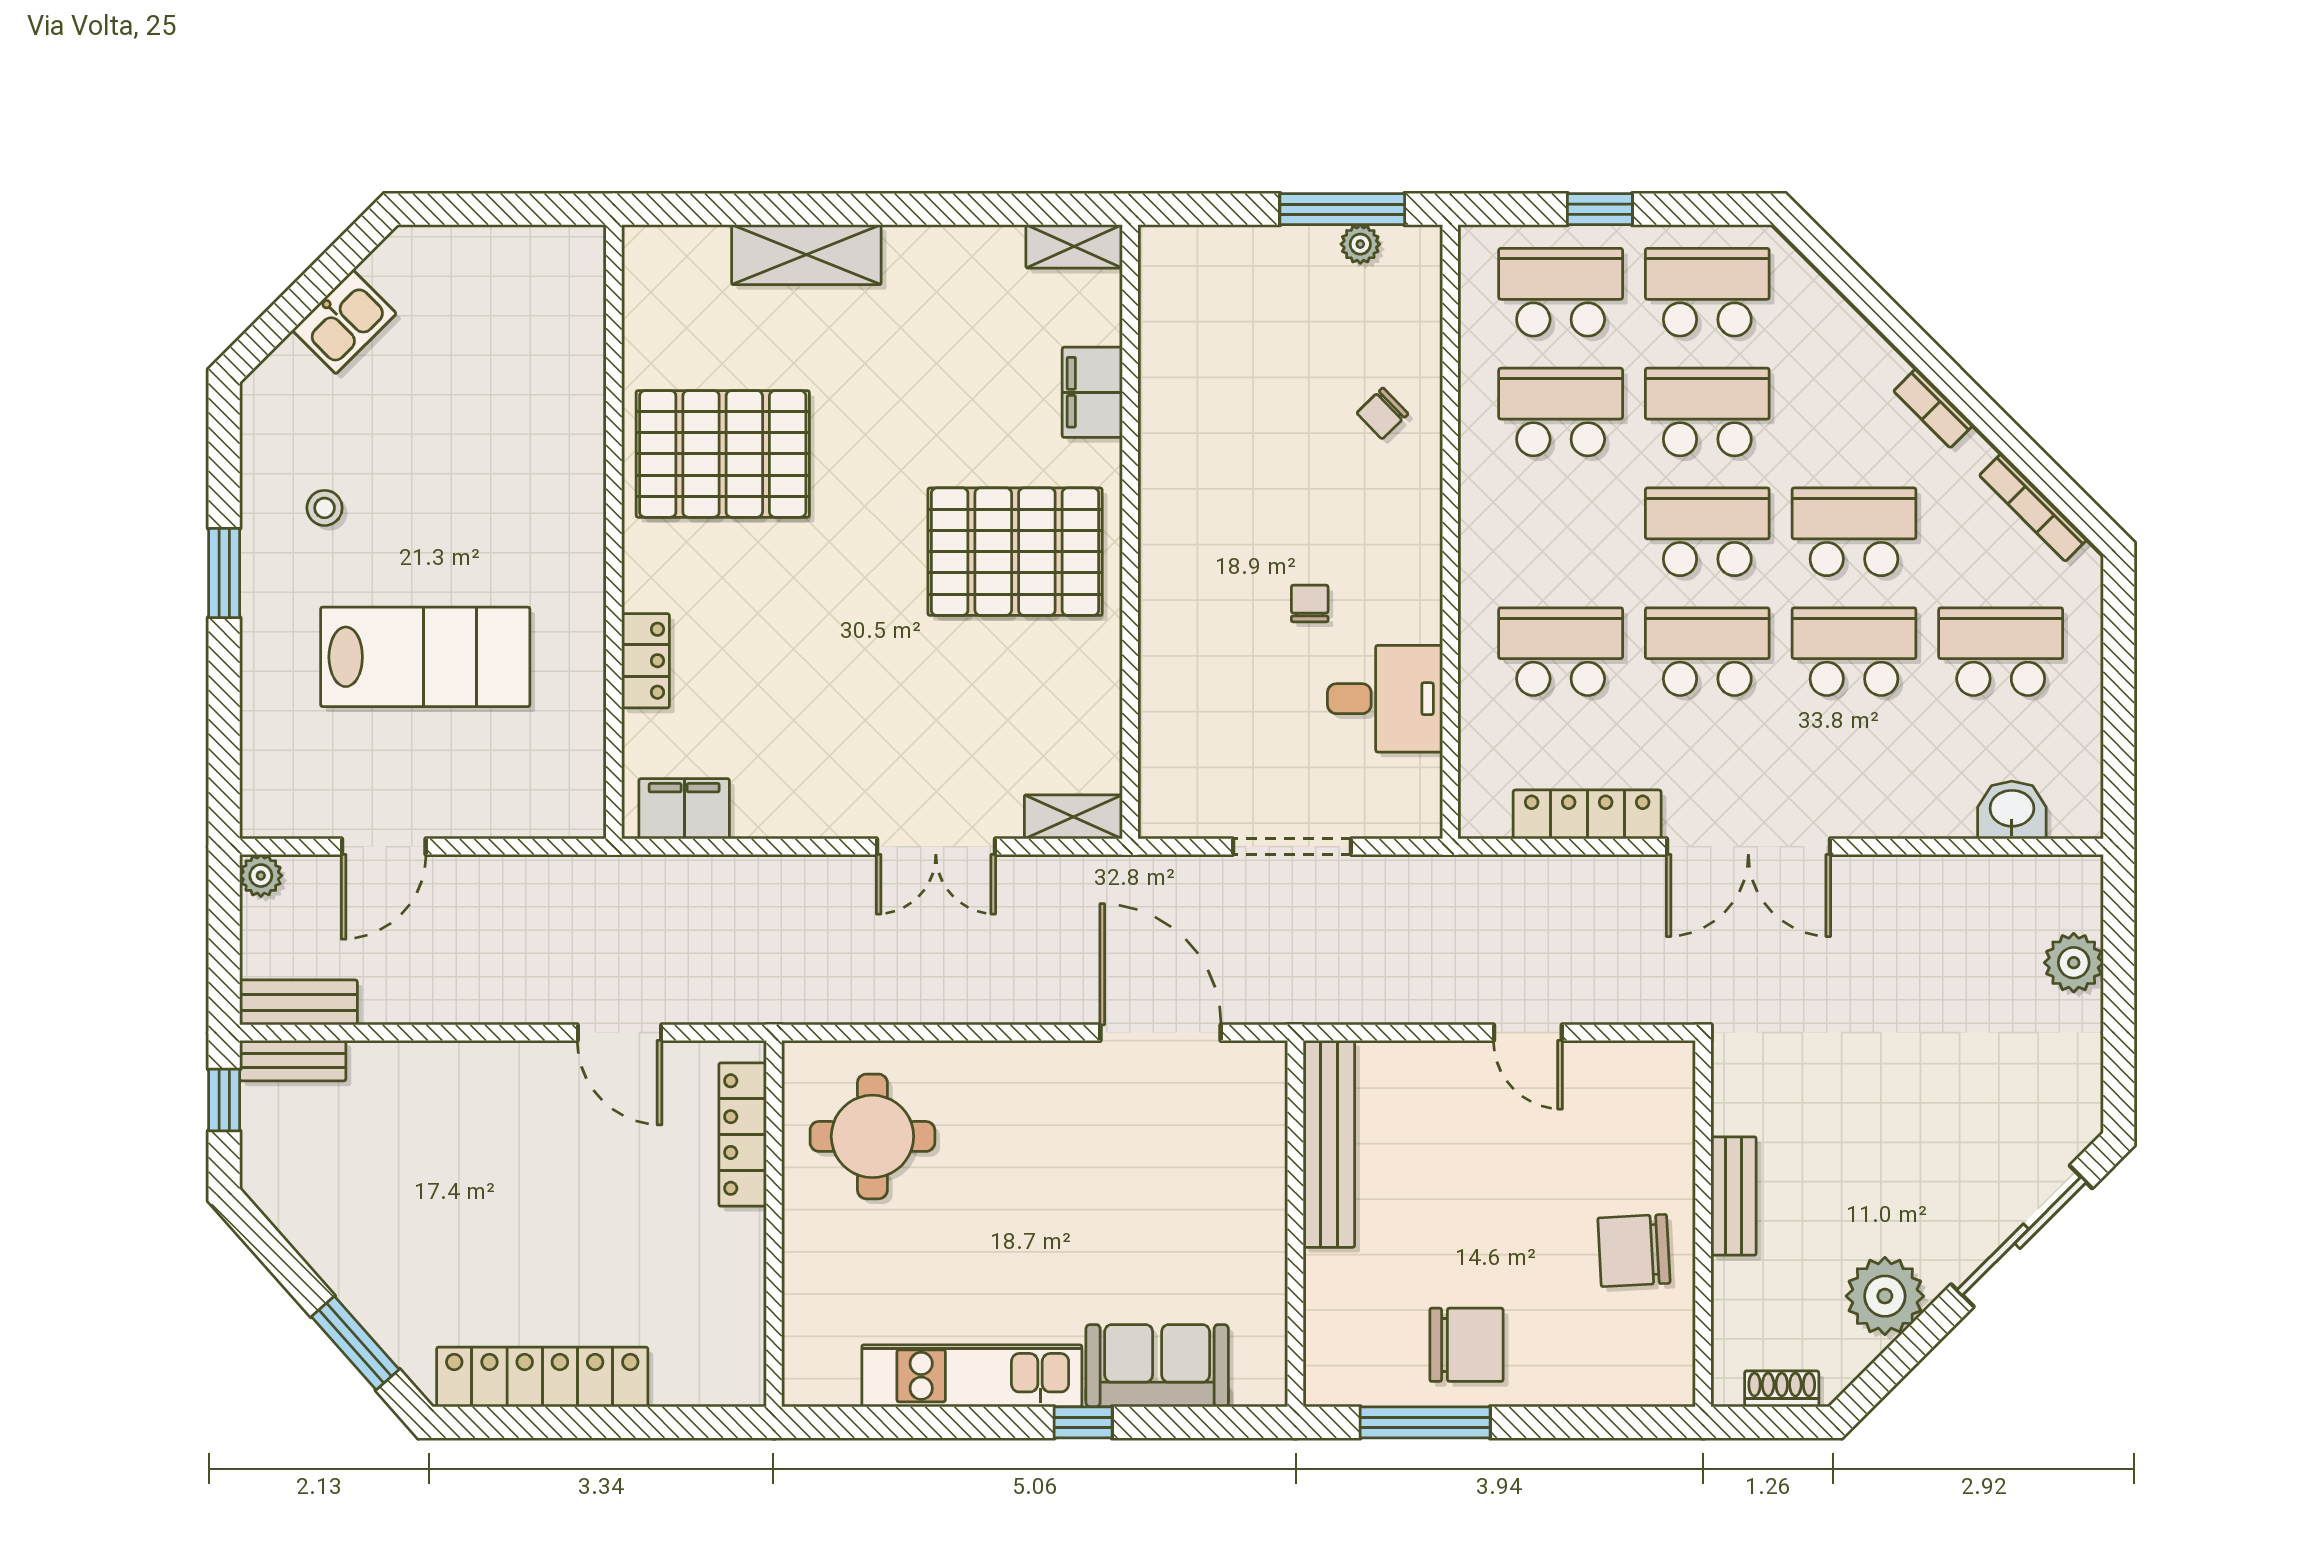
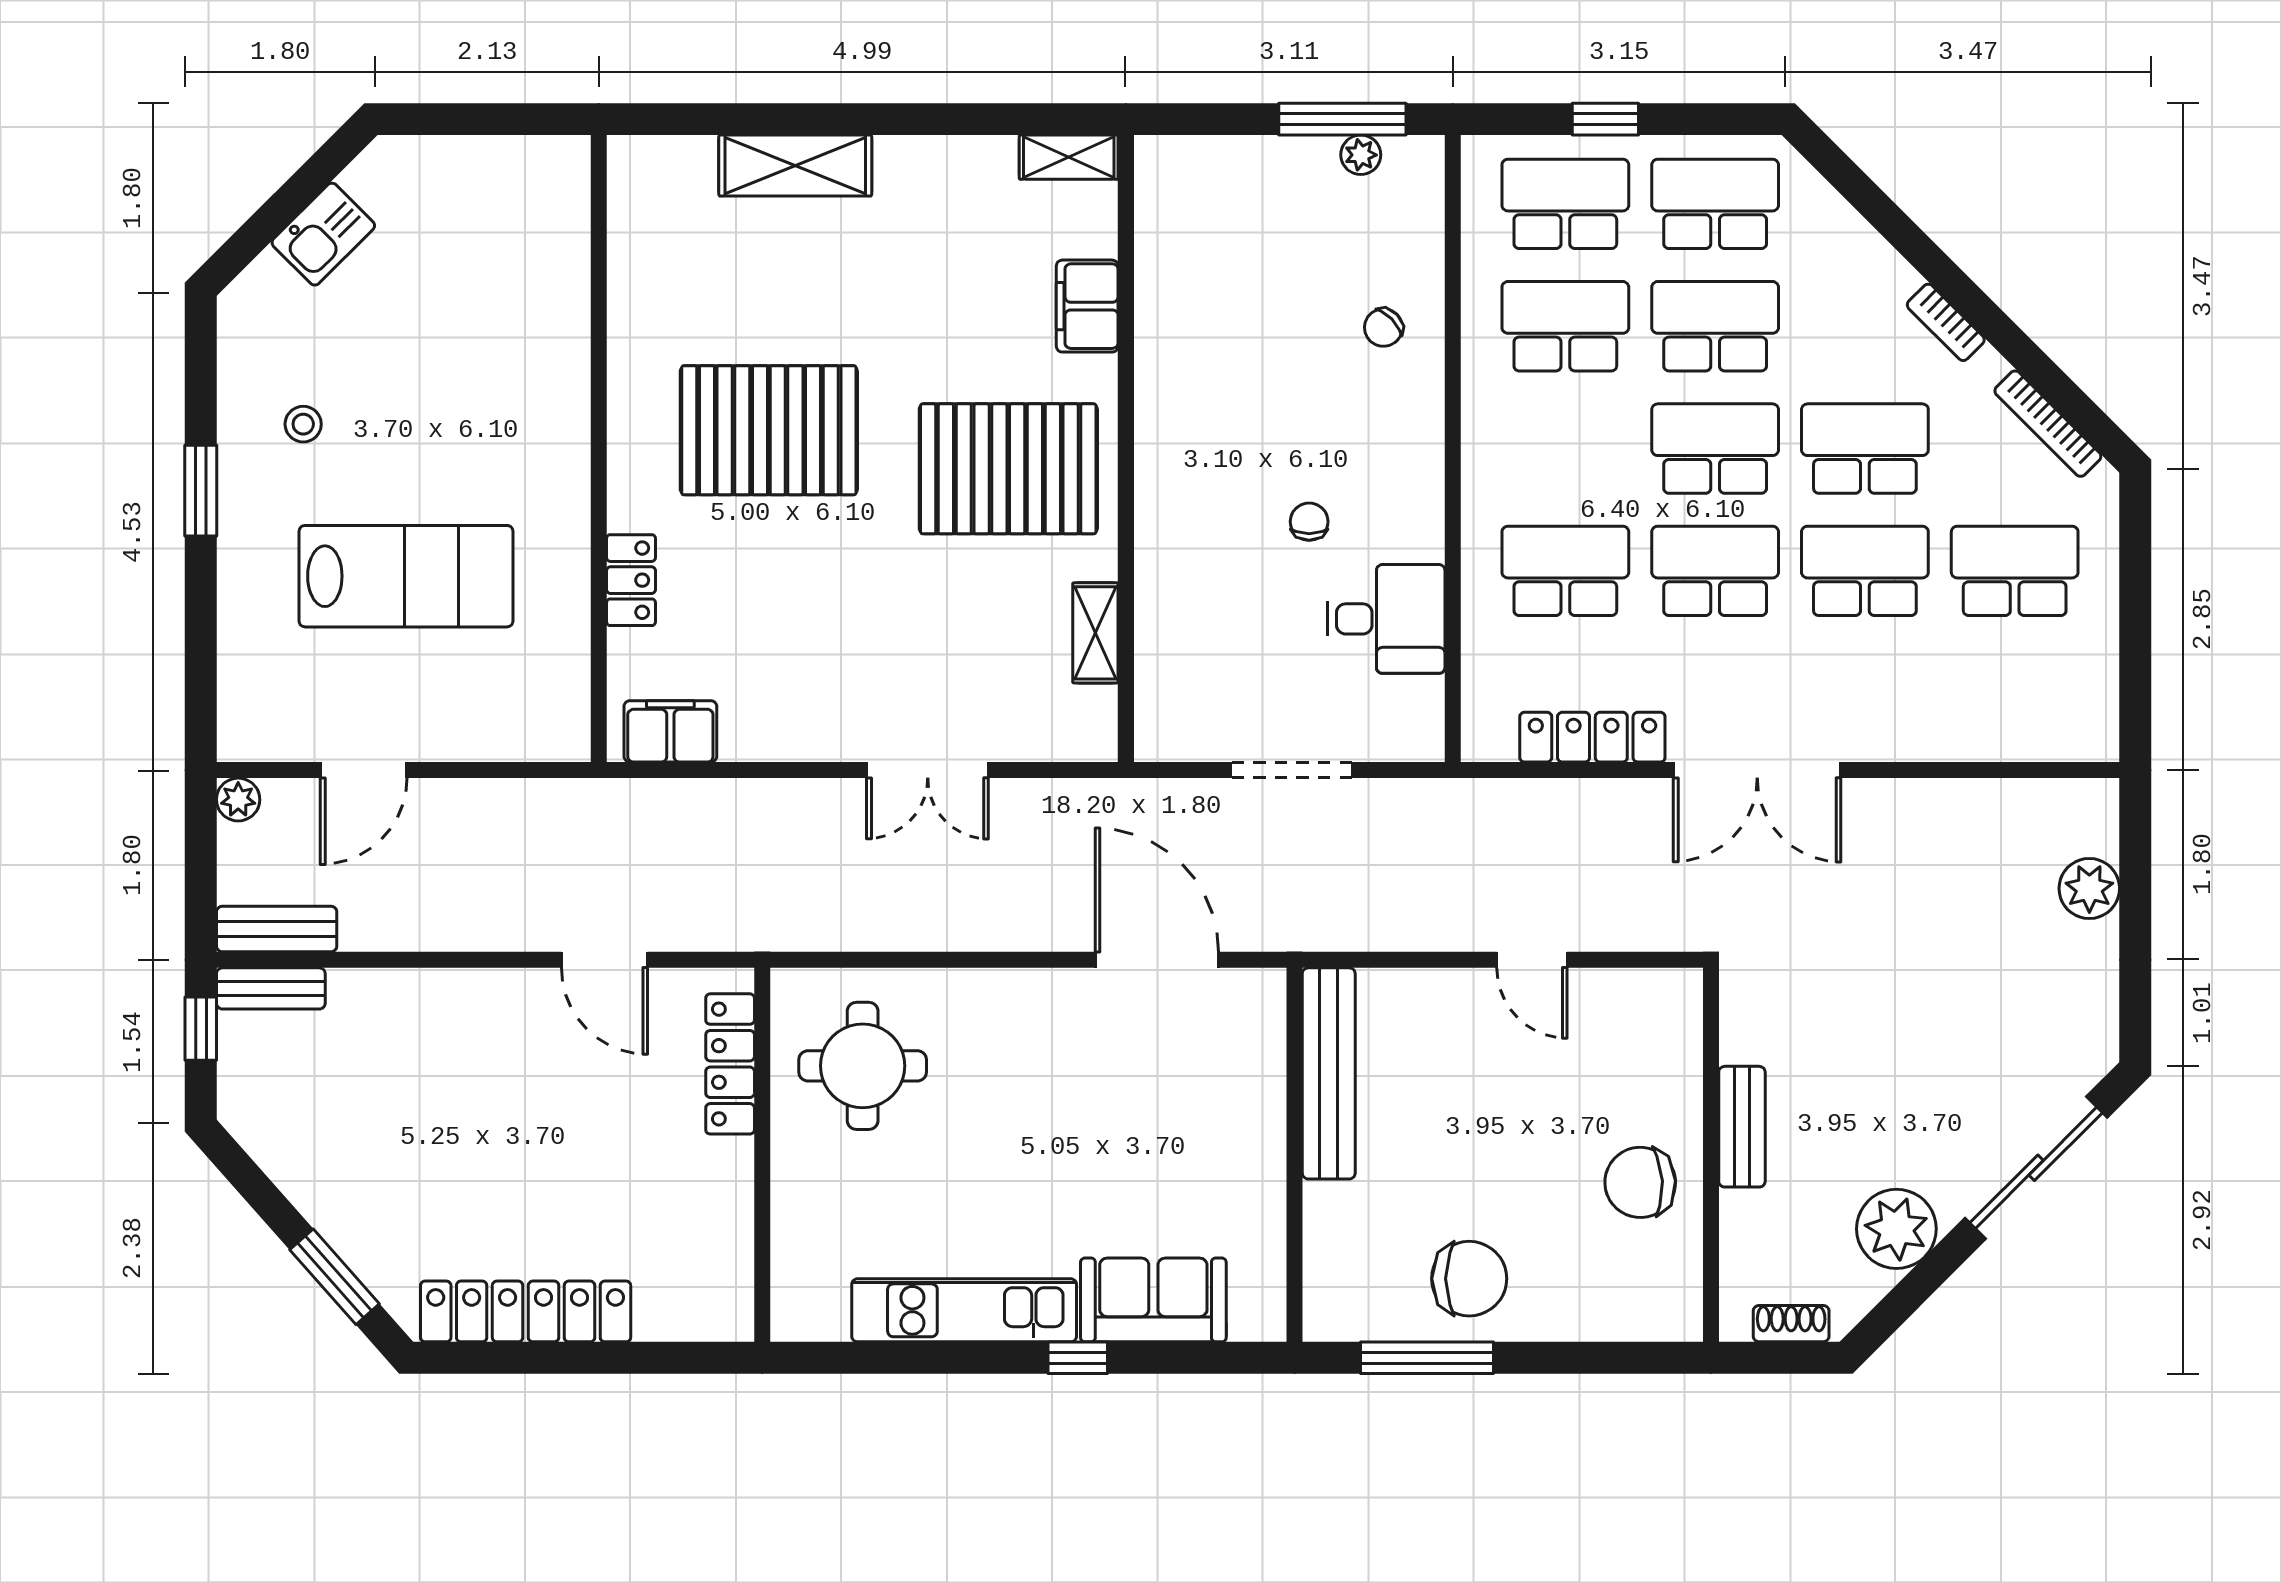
pallet: (723, 454) -> (769, 430), moved
washbasin: (2012, 810) -> (2026, 733), removed
shelving: (1073, 817) -> (1095, 633), moved, turned 90

